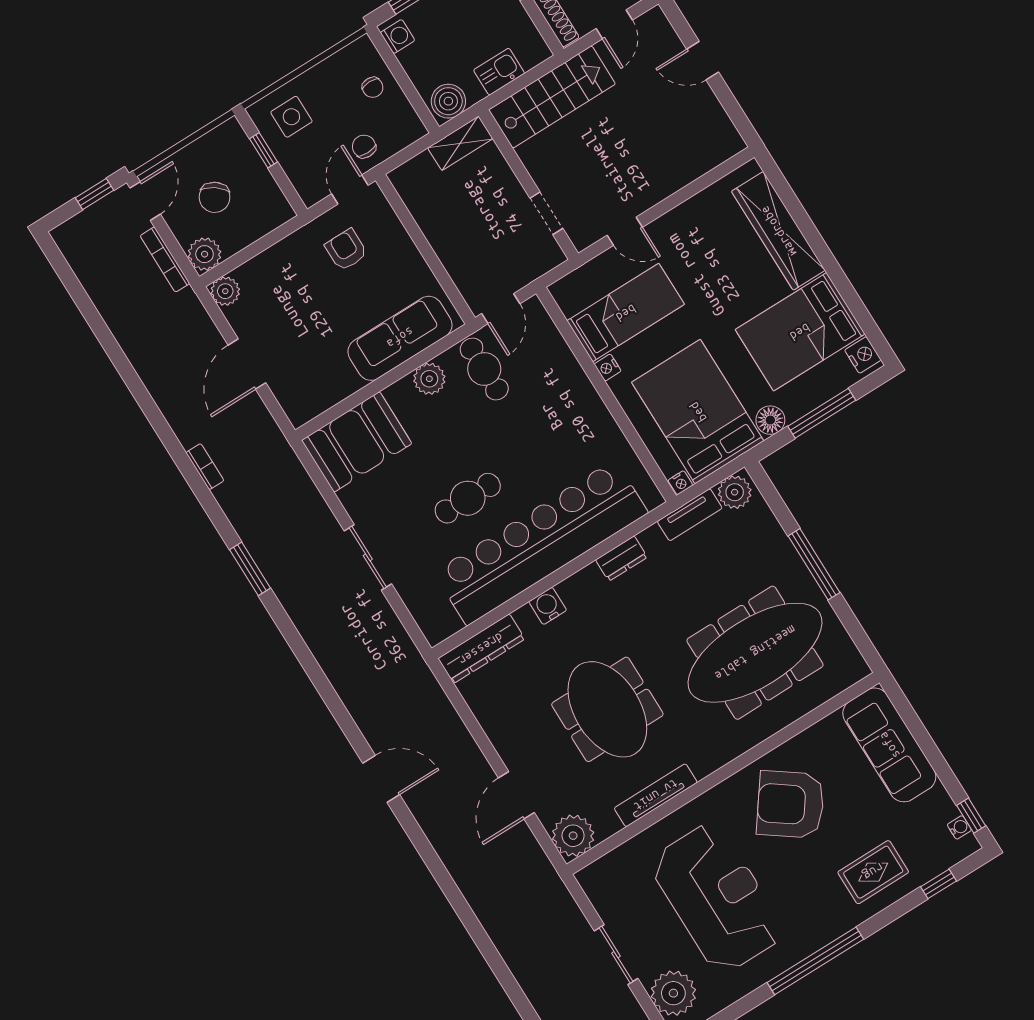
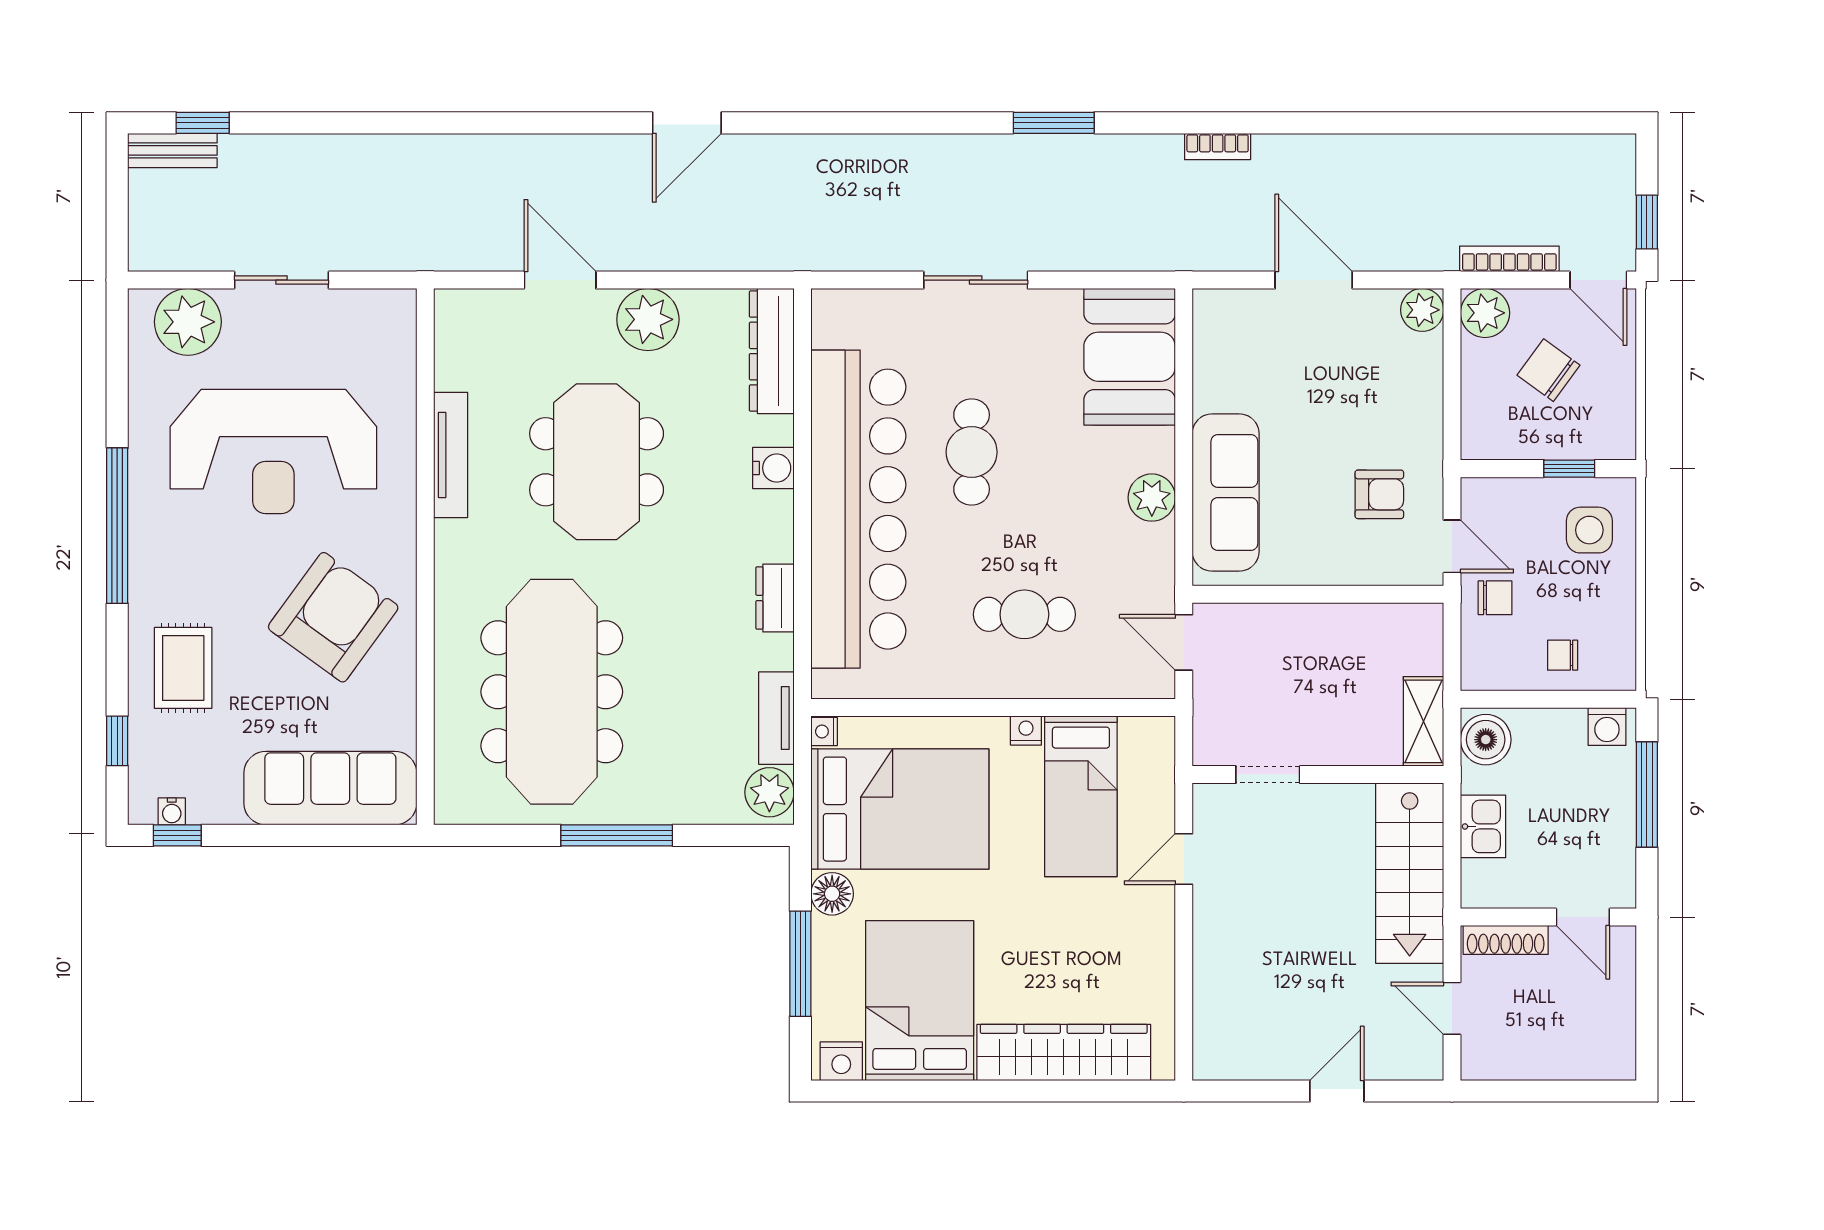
cafe table: (484, 369) -> (1024, 614), moved
meeting table: (607, 709) -> (597, 462), turned 90
plant: (573, 836) -> (648, 319), moved

